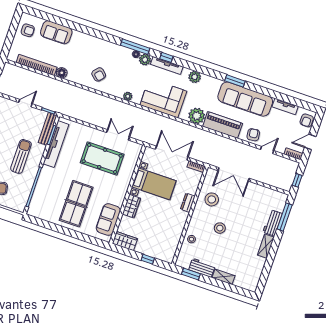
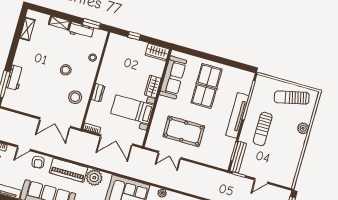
tv unit: (56, 144) -> (237, 115), moved
double door: (234, 174) -> (55, 123), swing flipped
sofa: (108, 220) -> (173, 77), width x1.36
shelving: (266, 246) -> (27, 29), moved

